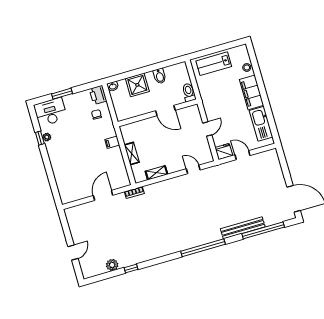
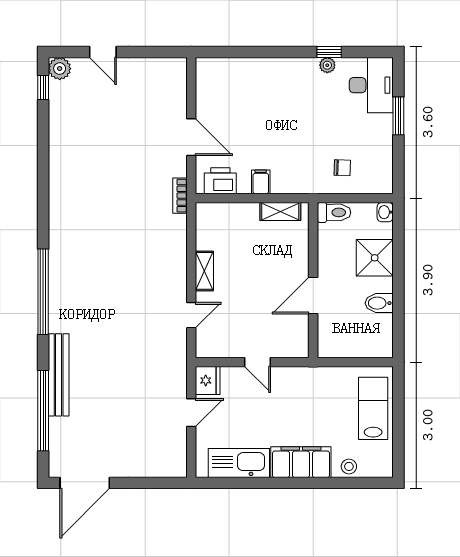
toilet: (189, 92) -> (334, 212), moved
printer: (98, 95) -> (220, 181), moved
filing cabinet: (112, 142) -> (261, 182), moved
shelving: (132, 154) -> (280, 211), moved
shelving: (156, 173) -> (204, 271), moved
plant: (112, 265) -> (60, 69), moved
window: (131, 269) -> (43, 87), moved

